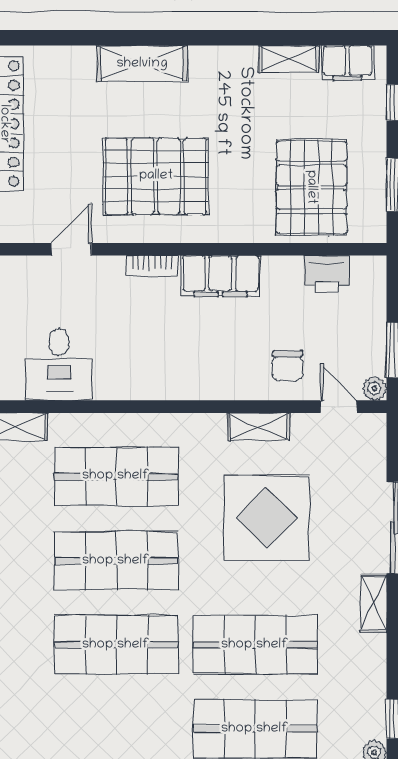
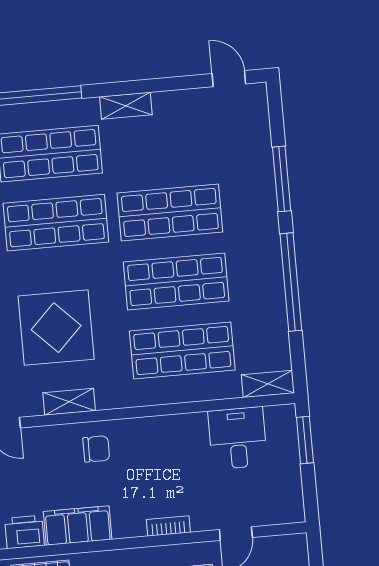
filing cabinet: (220, 276) -> (78, 525), moved
chair: (288, 366) -> (96, 449), moved, turned 90

